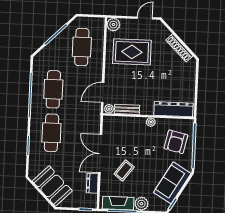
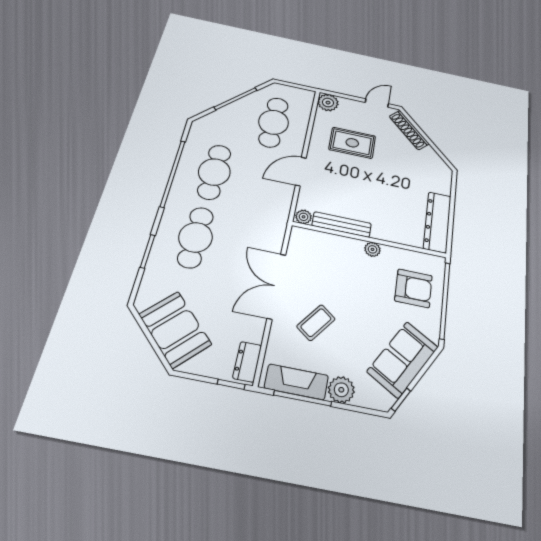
shoe rack: (179, 48) -> (409, 130), moved
rug: (132, 52) -> (352, 143), width x0.73, depth x0.70
door: (103, 92) -> (301, 172), moved
bench: (127, 109) -> (342, 225), width x1.36
dresser: (173, 109) -> (437, 222), moved, turned -90
armchair: (176, 142) -> (414, 288), turned -103
dresser: (92, 183) -> (247, 362), moved

